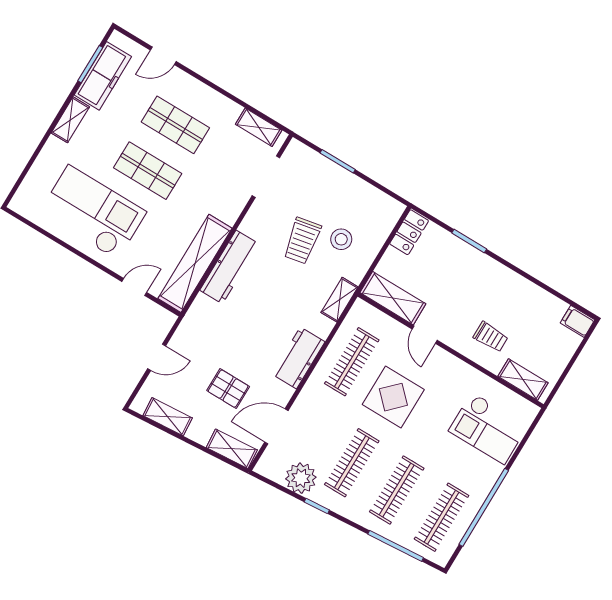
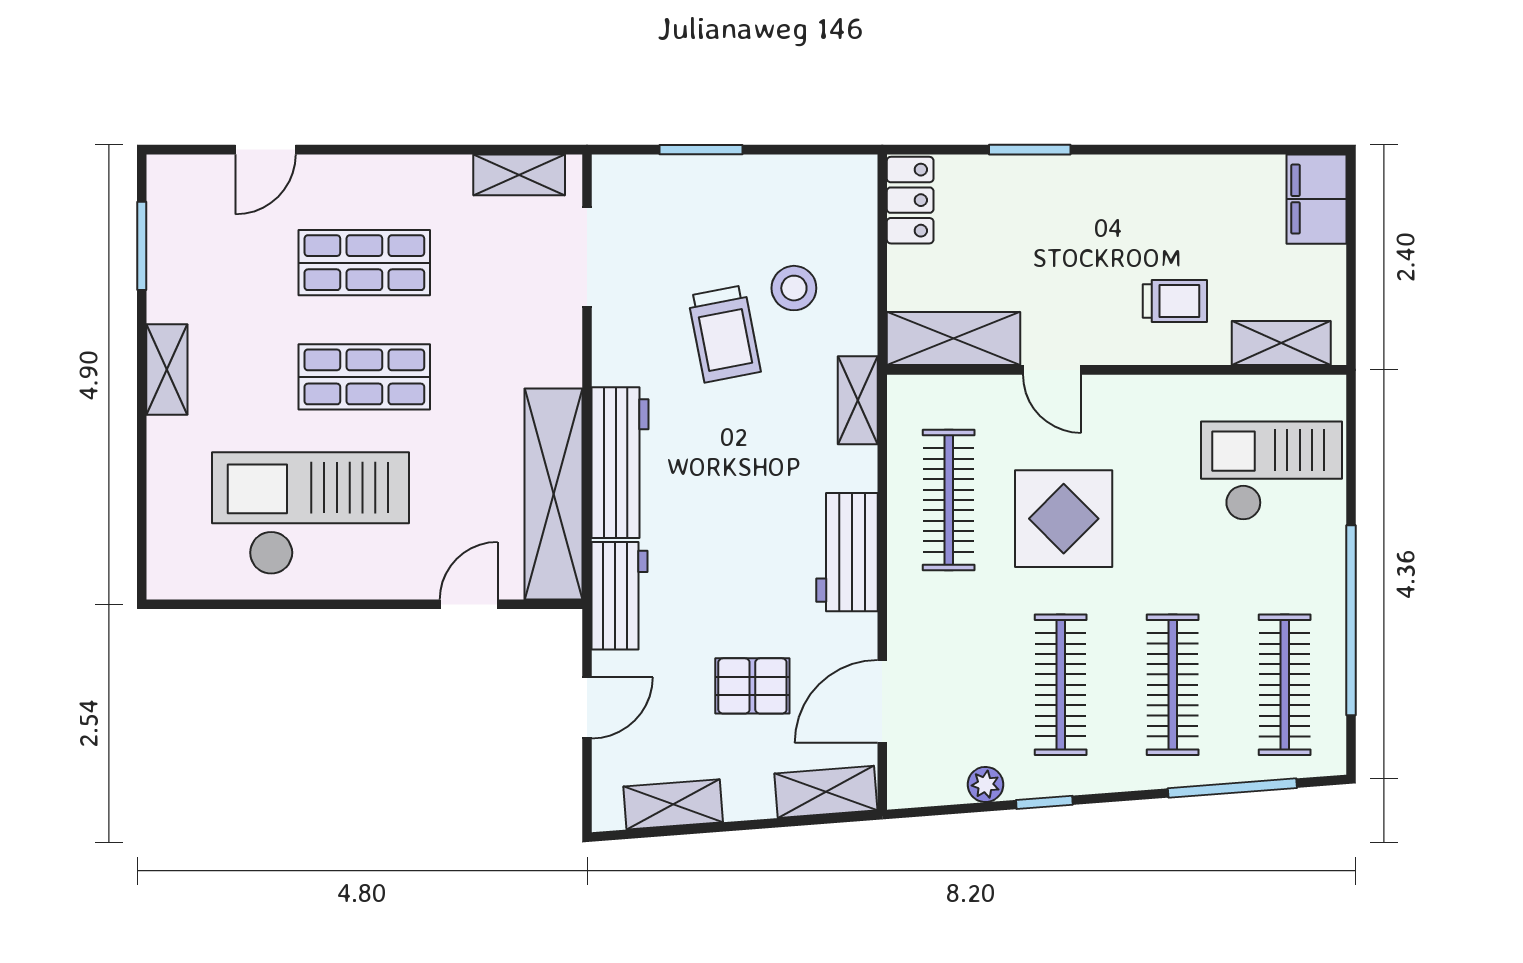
freezer: (103, 76) -> (178, 253), removed
workbench: (197, 320) -> (619, 596), added
filing cabinet: (577, 321) -> (1316, 199), width x2.00
checkout: (488, 428) -> (1271, 471), turned 180
plant: (301, 478) -> (985, 784), width x0.53, depth x0.53

